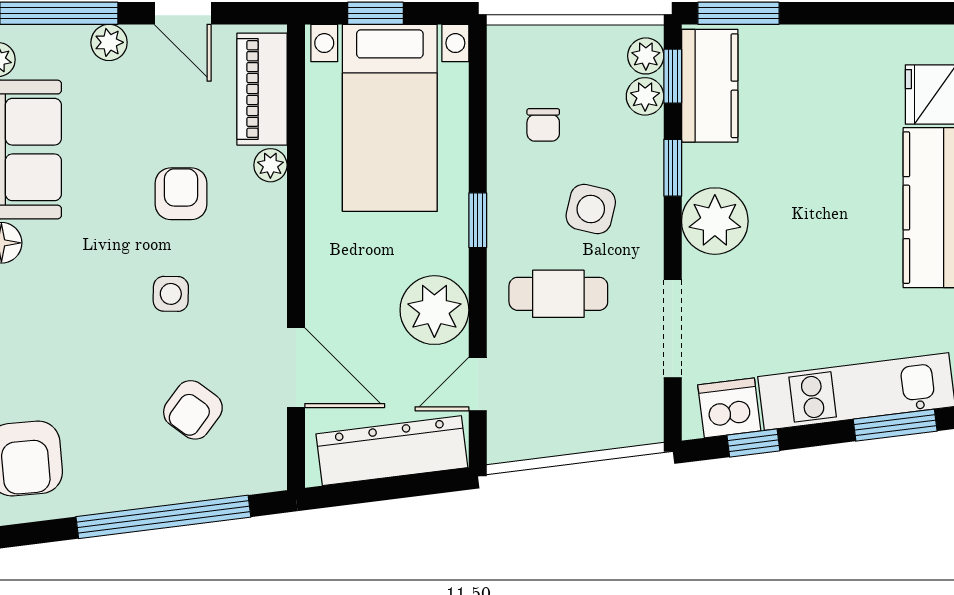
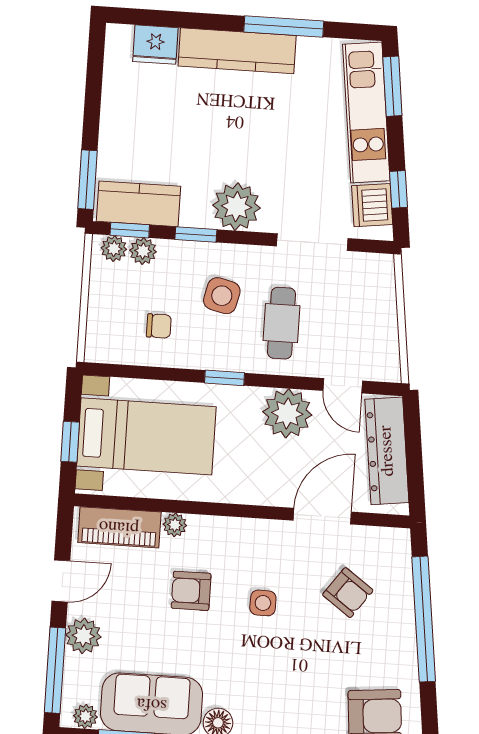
plant: (109, 42) -> (83, 636), width x1.38, depth x1.38

